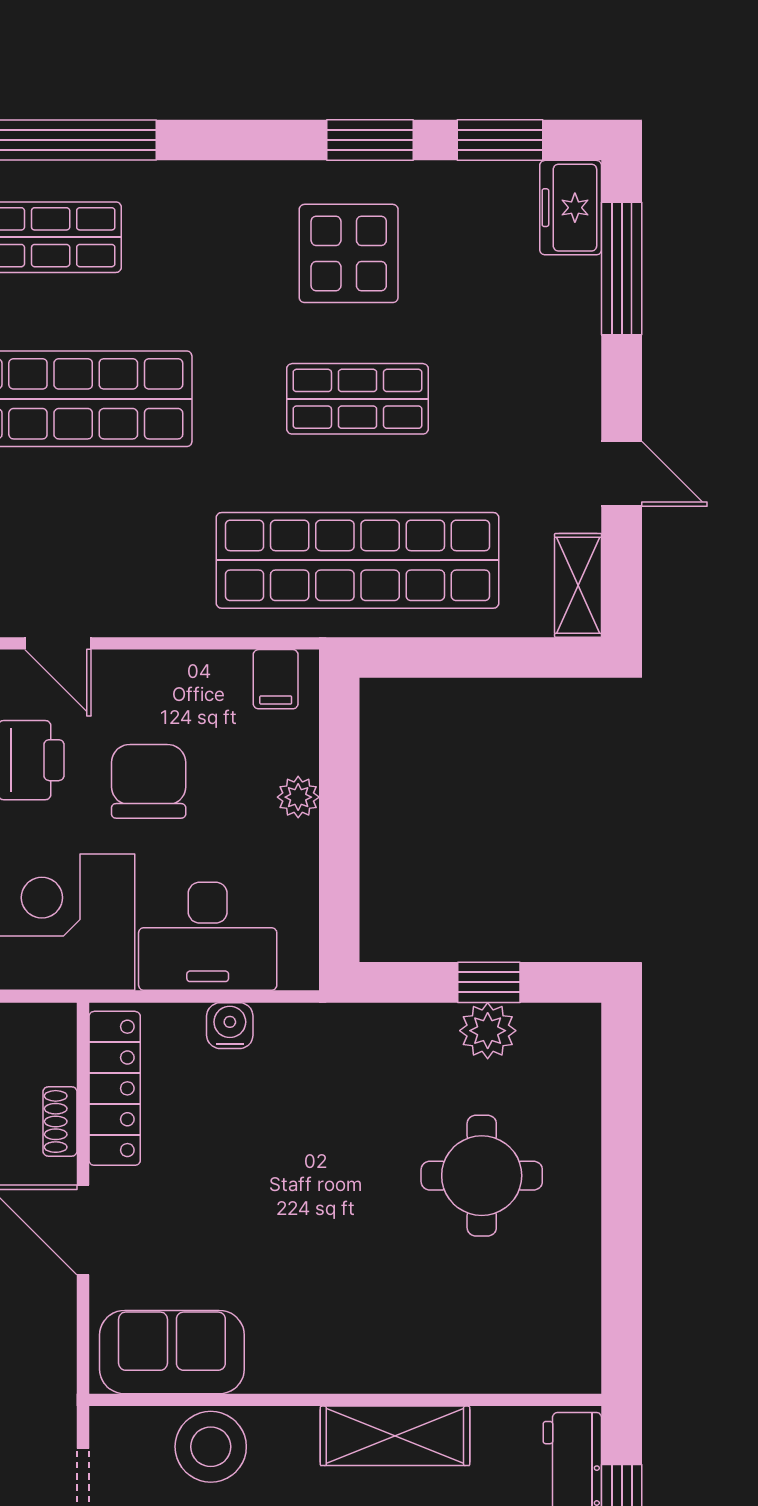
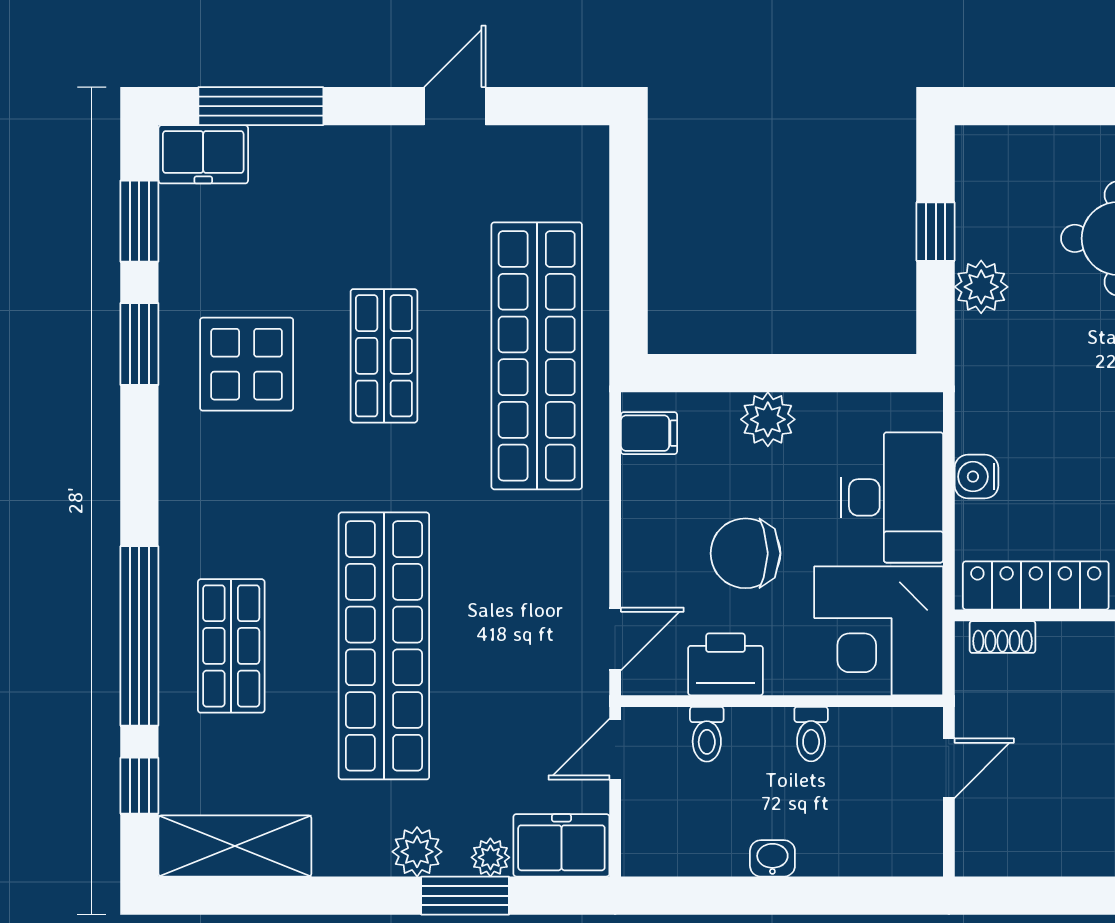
shelving: (578, 585) -> (560, 147), removed
plant: (298, 797) -> (768, 419), width x1.38, depth x1.38
plant: (488, 1031) -> (981, 287), moved
shoe rack: (60, 1121) -> (1002, 637), moved

